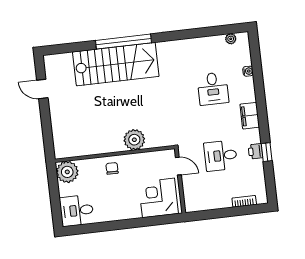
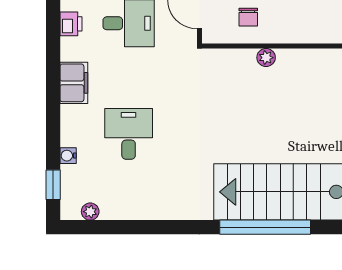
plant: (134, 140) -> (266, 58), width x0.53, depth x0.53
window: (267, 152) -> (53, 185), moved
chair: (112, 168) -> (248, 17), moved

